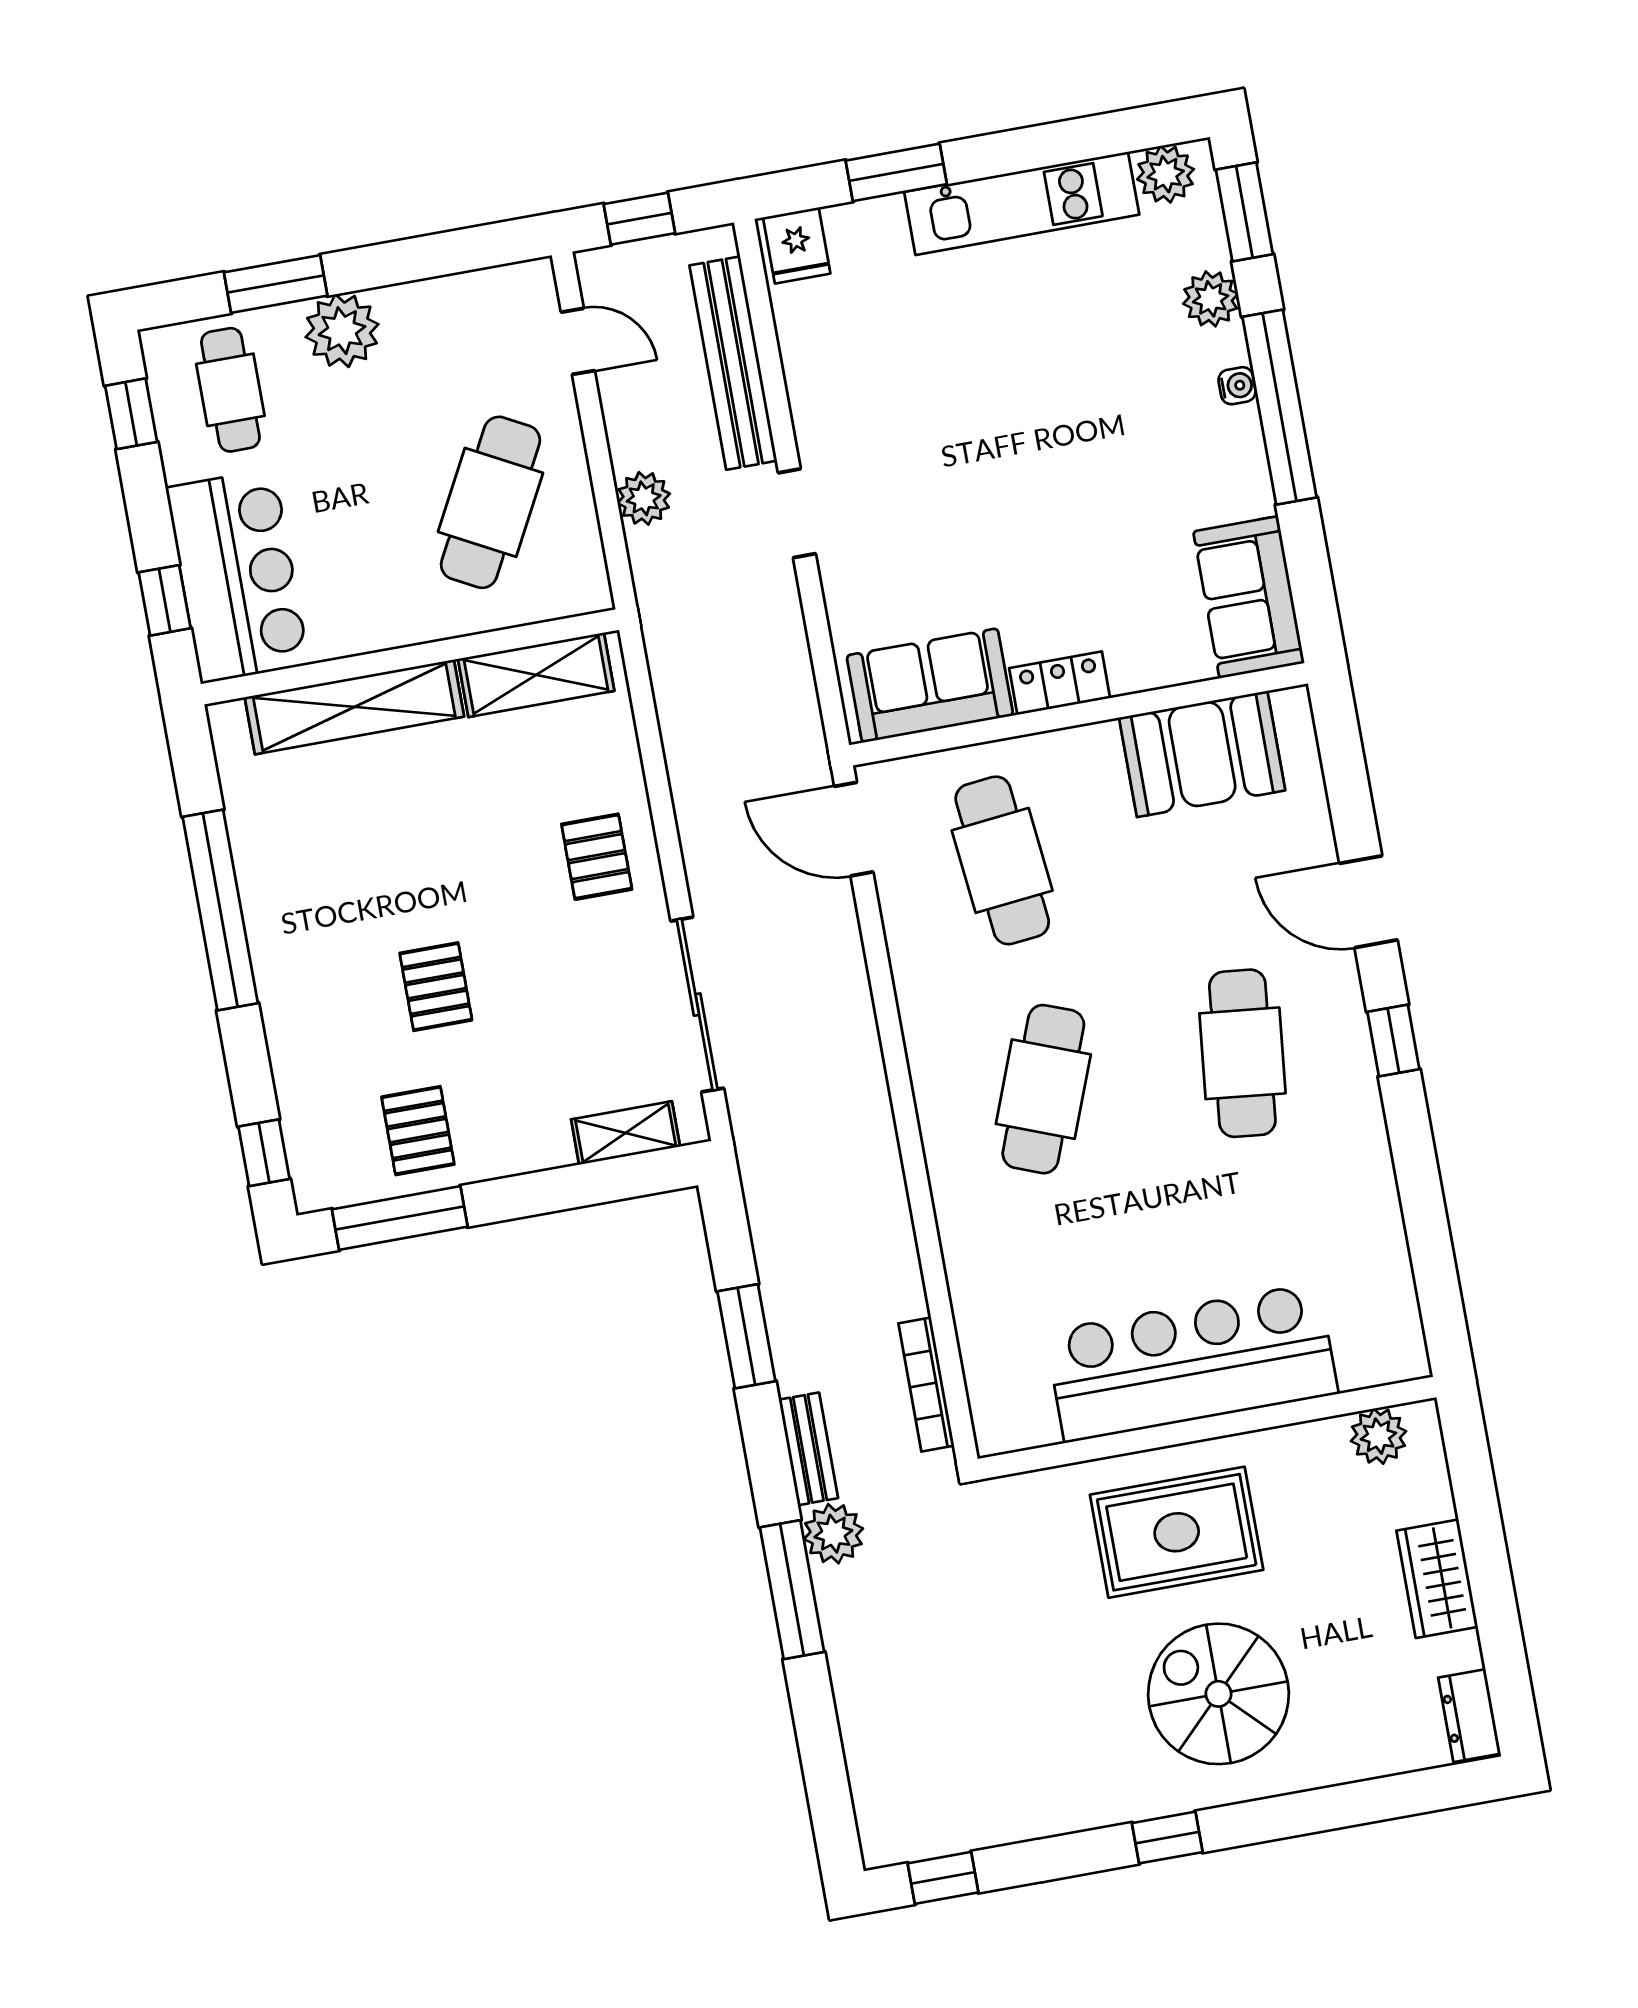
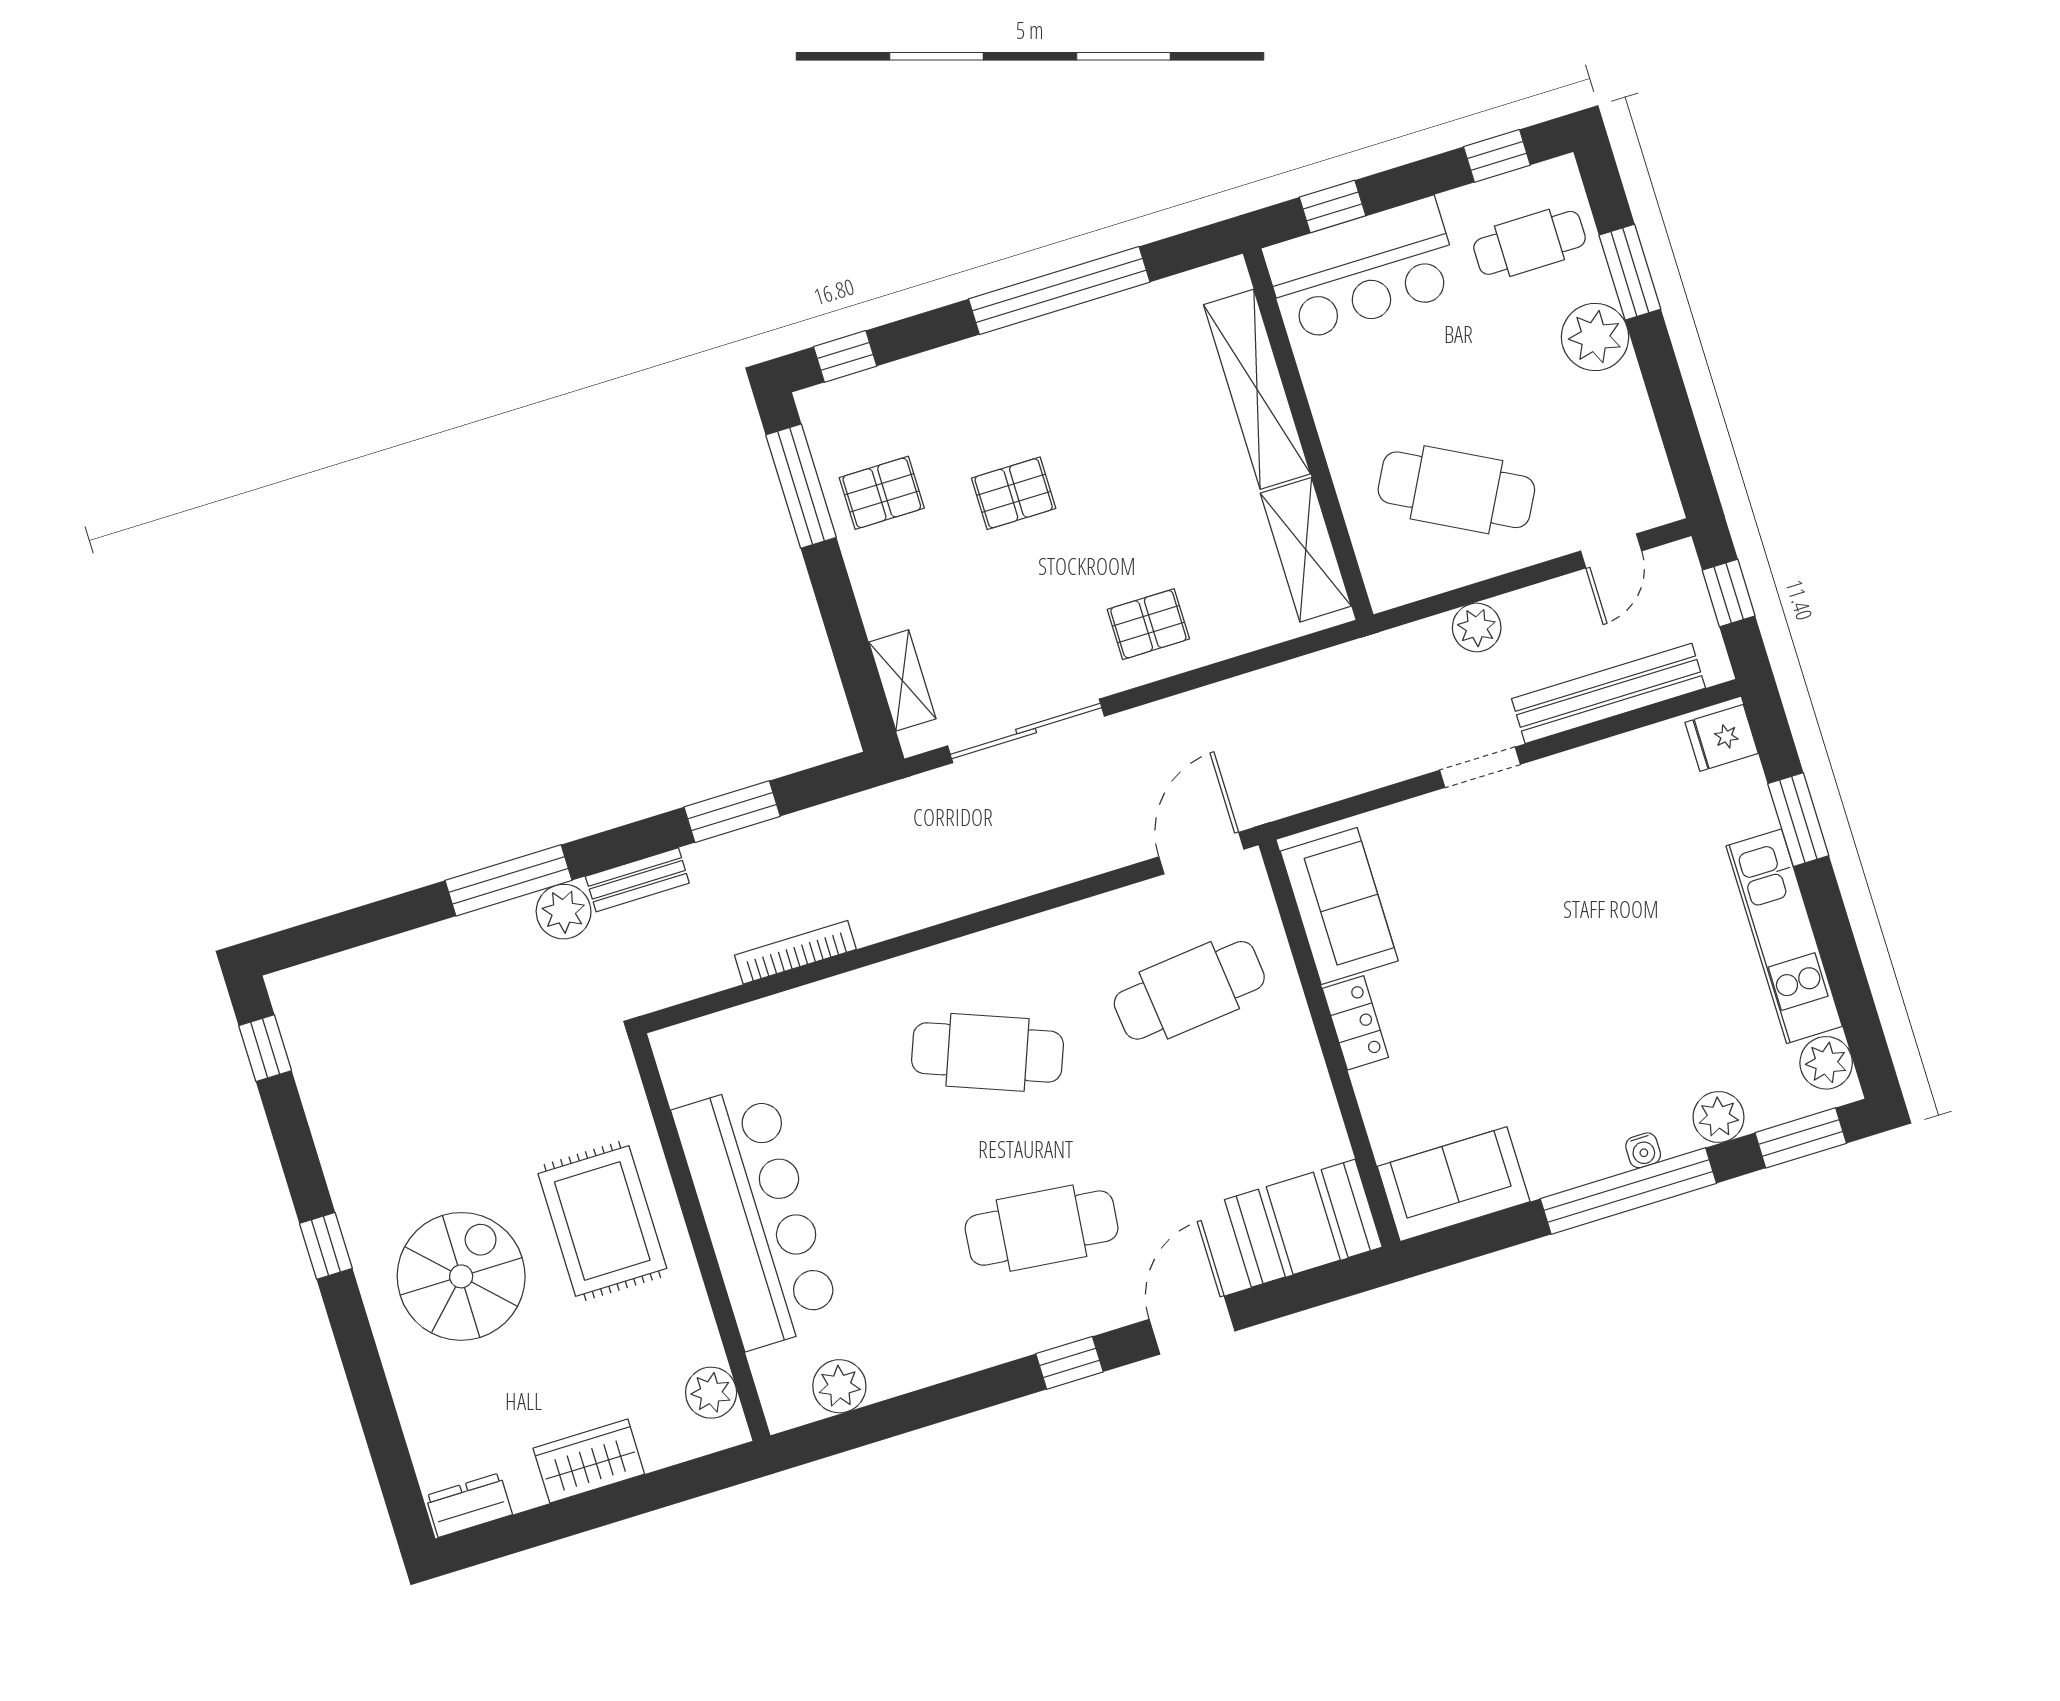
booth: (1202, 754) -> (1303, 1223), moved, turned 90
plant: (1389, 1295) -> (839, 1386), added
bookcase: (926, 1385) -> (795, 952), moved

